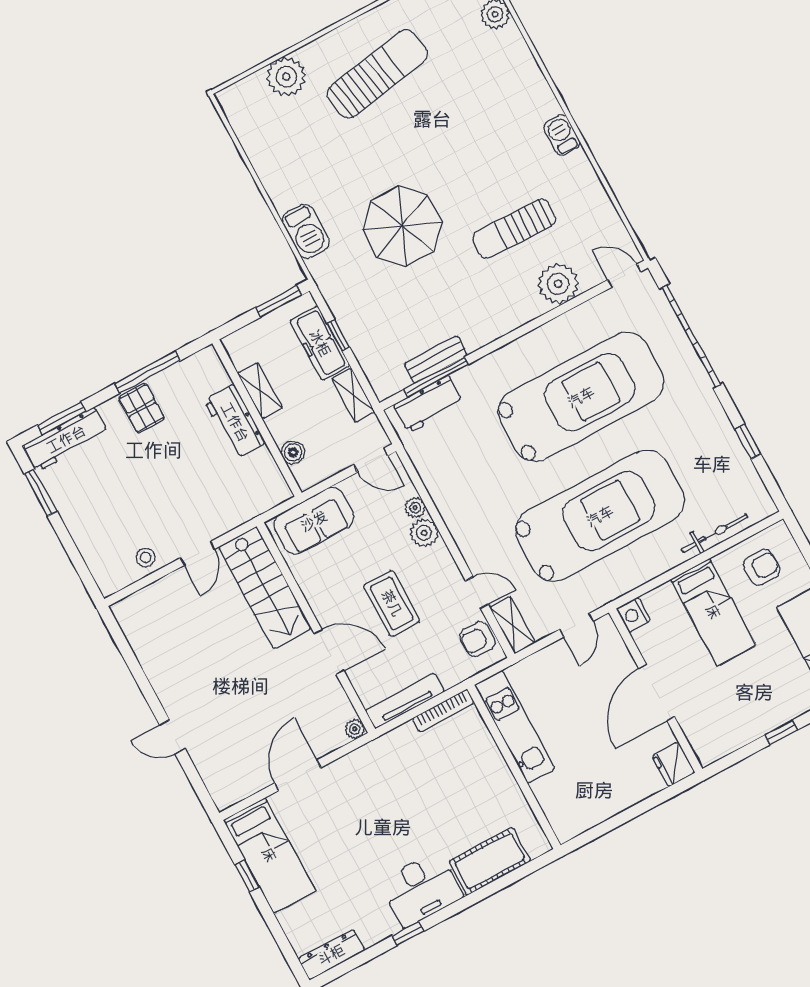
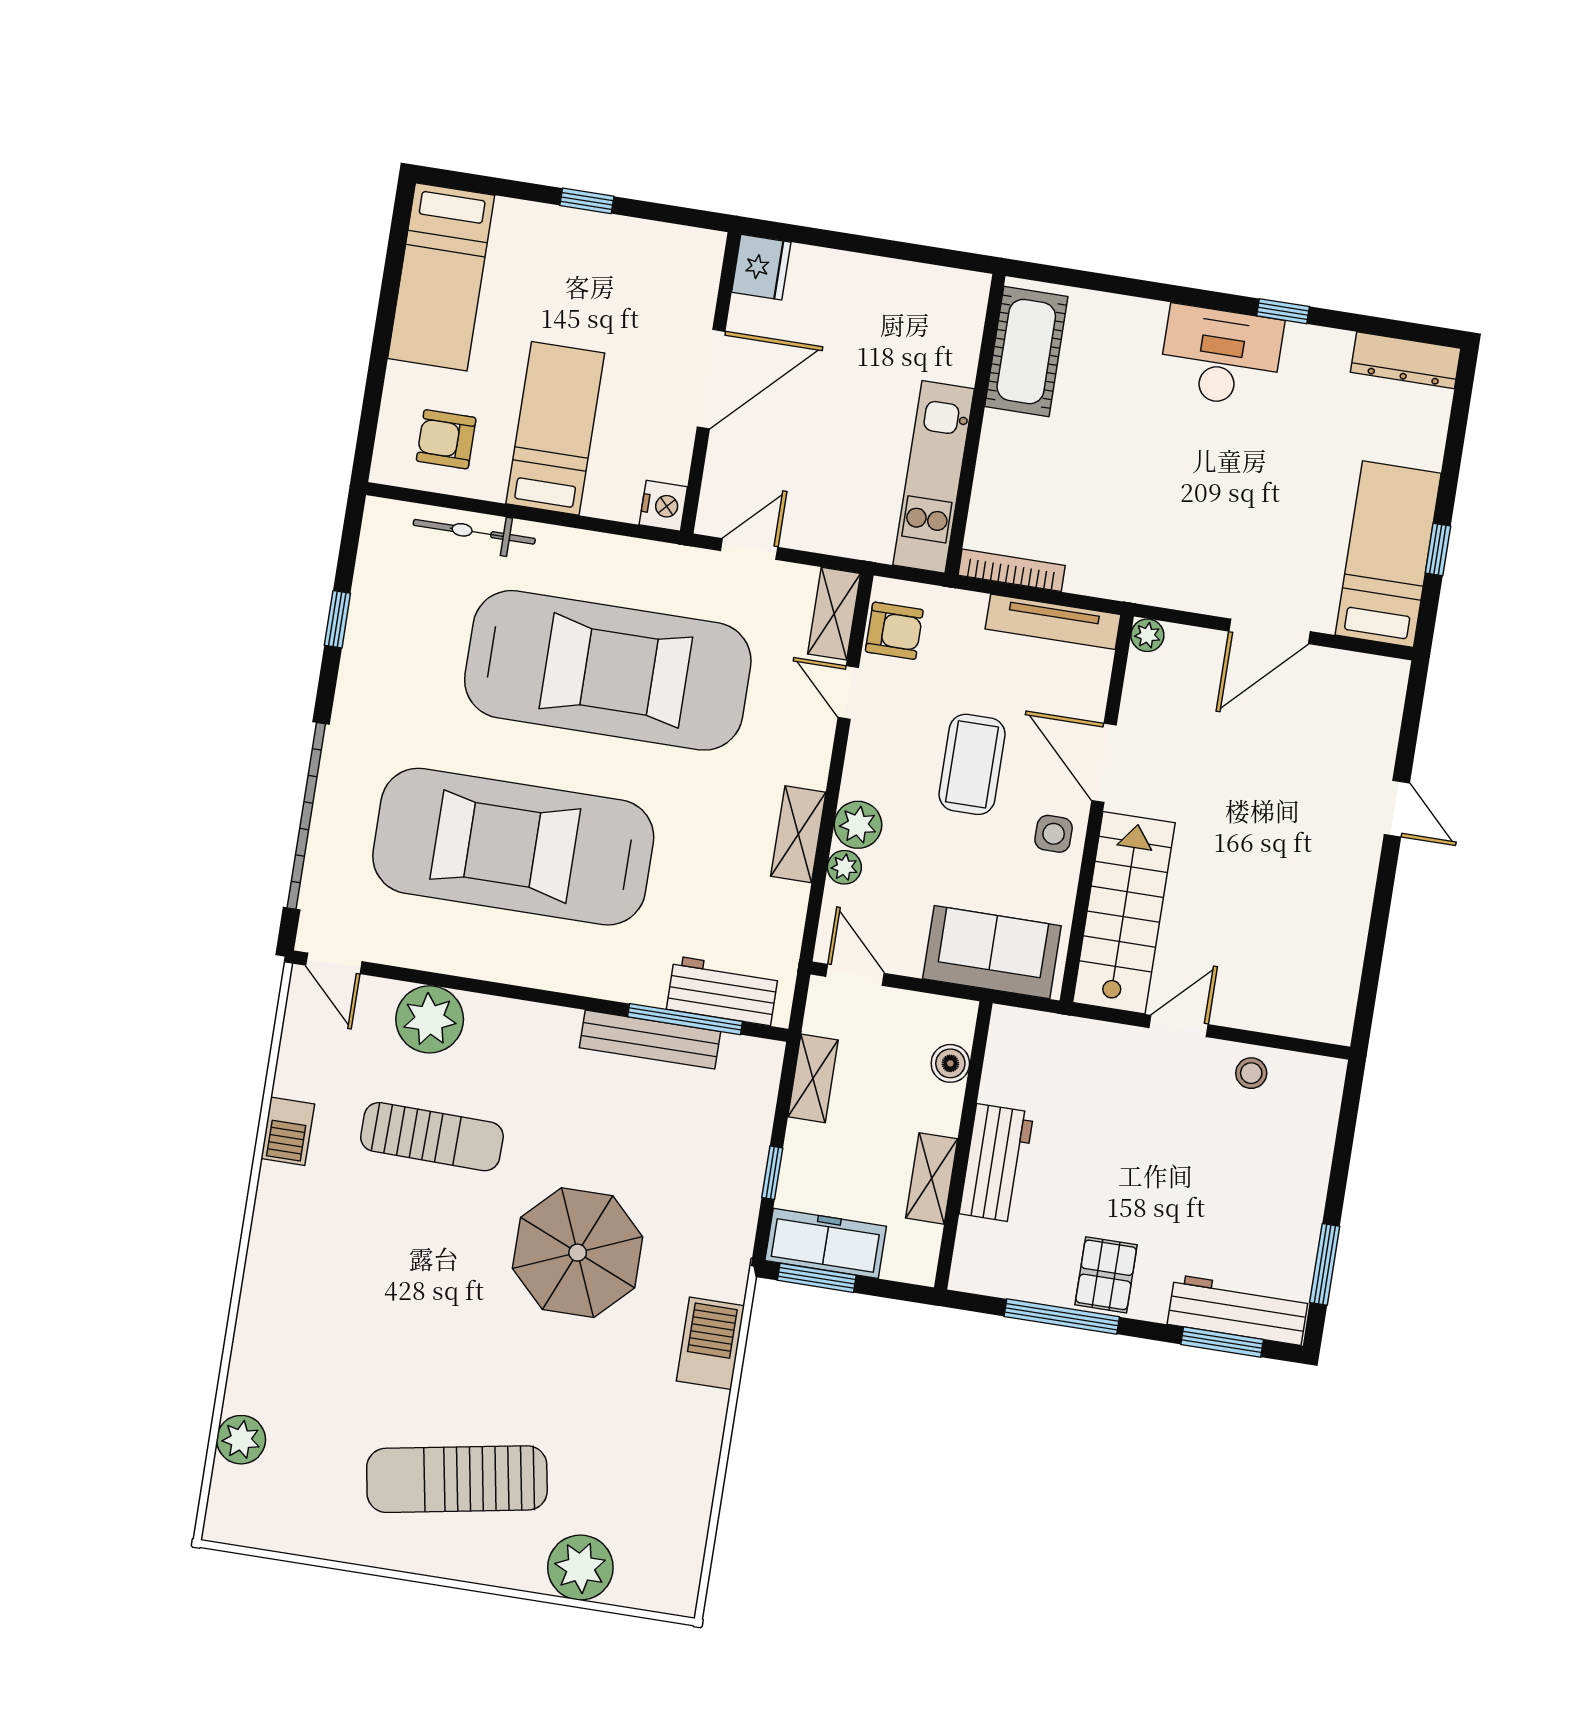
barbecue: (562, 135) -> (288, 1131), moved
freezer: (320, 343) -> (826, 1243), moved, turned -90
bench: (436, 360) -> (650, 1040), width x1.36
shelving: (449, 507) -> (798, 834), added
car: (600, 516) -> (608, 670), turned 180
side table: (327, 600) -> (1054, 834), added
cot: (490, 861) -> (1026, 352), moved, turned 90

